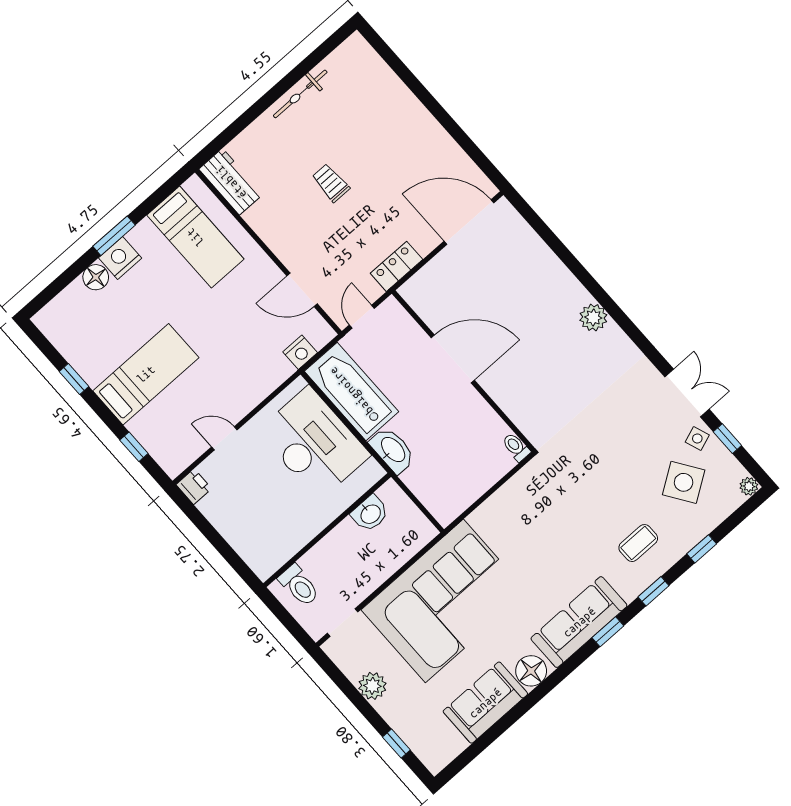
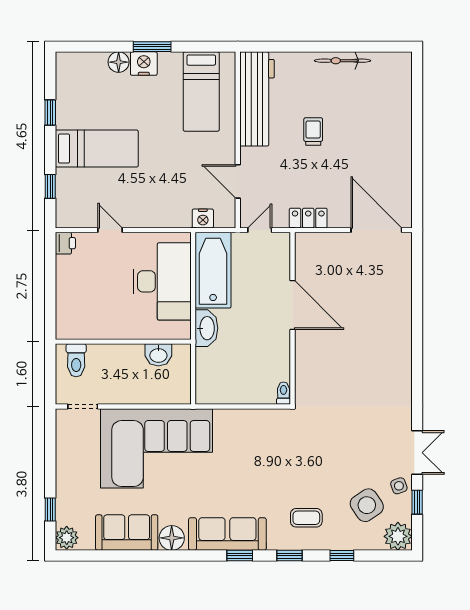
workbench: (231, 182) -> (257, 99), width x1.88, depth x1.32
plant: (593, 318) -> (401, 356), removed
plant: (749, 486) -> (398, 536), width x1.87, depth x1.87
plant: (372, 686) -> (67, 538), moved

